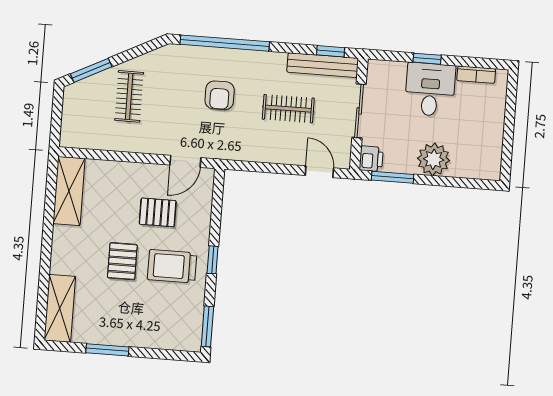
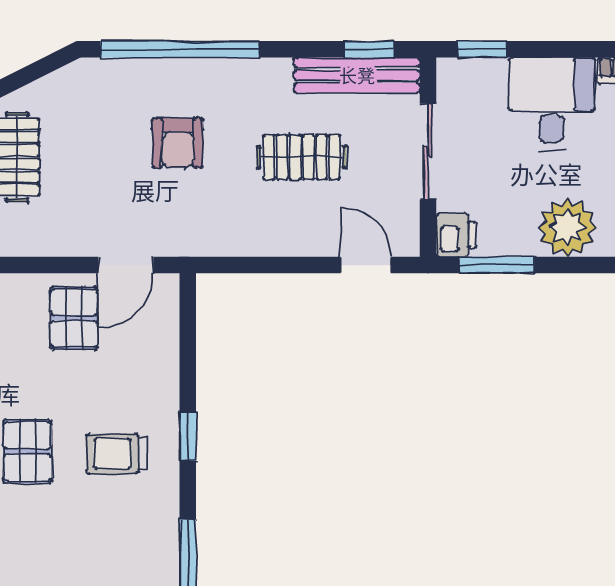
window: (427, 59) -> (482, 49), moved
pallet: (158, 212) -> (74, 318), moved, turned 90
trolley: (172, 266) -> (117, 454), width x0.73, depth x0.72

